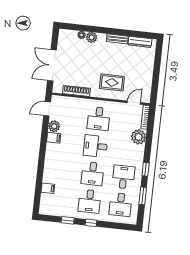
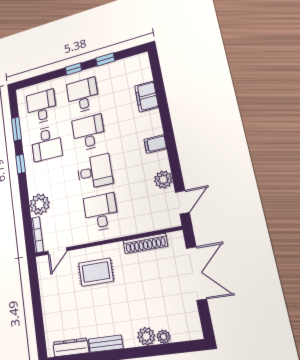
filing cabinet: (54, 138) -> (155, 144), moved
filing cabinet: (48, 188) -> (146, 97), width x2.00

